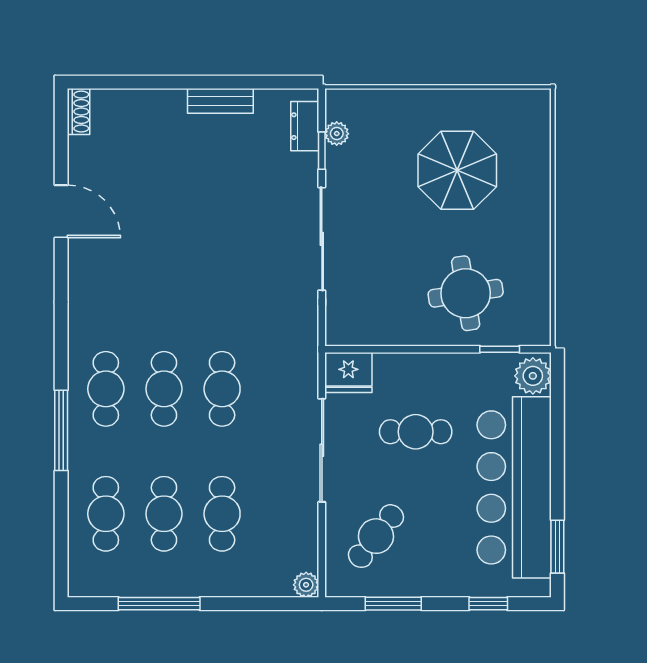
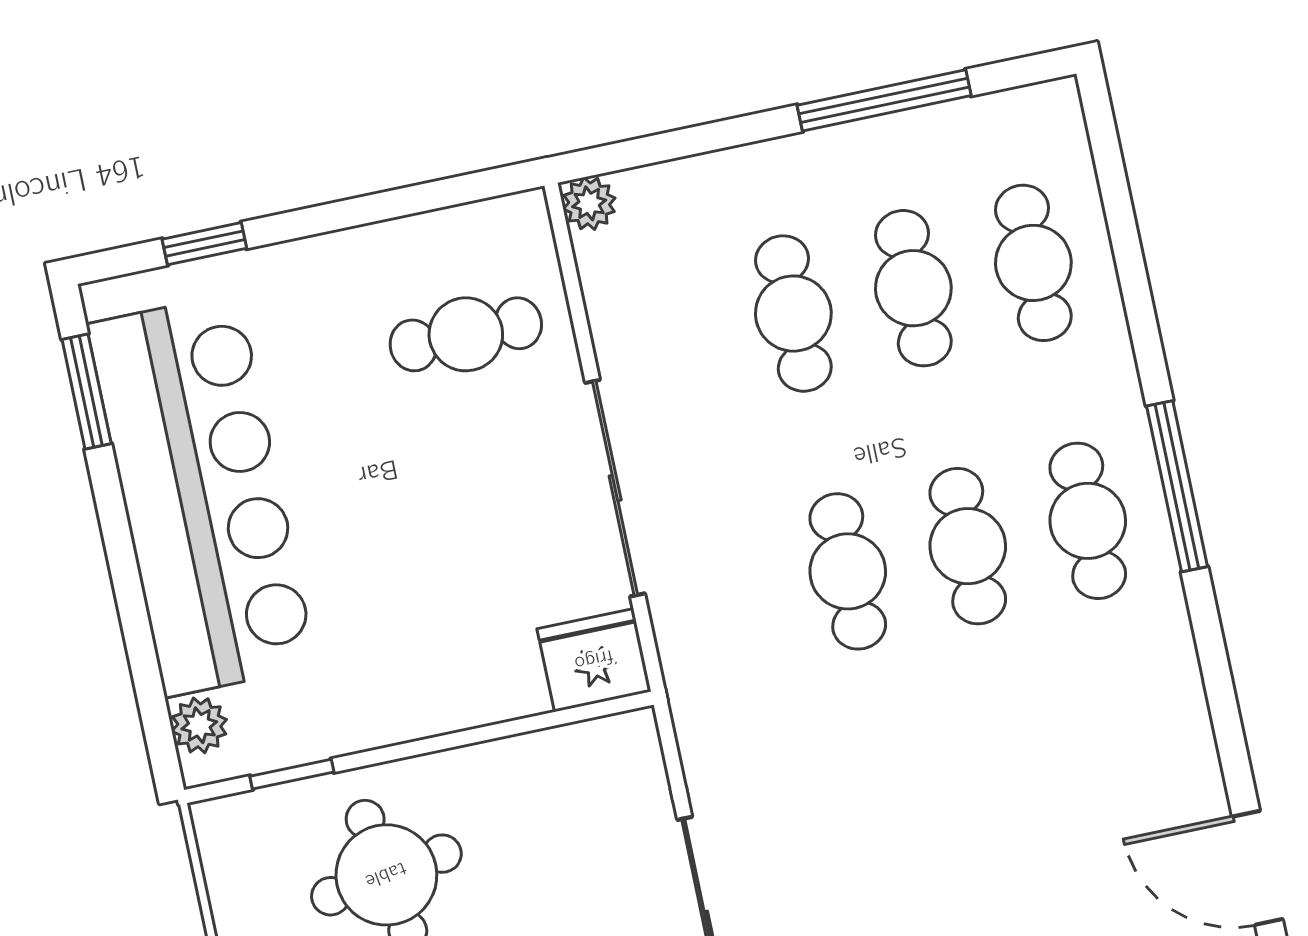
plant: (533, 376) -> (199, 725), width x0.73, depth x0.73
window: (61, 430) -> (1177, 486), moved
cafe table: (416, 432) -> (429, 567), removed
cafe table: (376, 536) -> (466, 334), turned 52
window: (393, 604) -> (401, 202), removed

